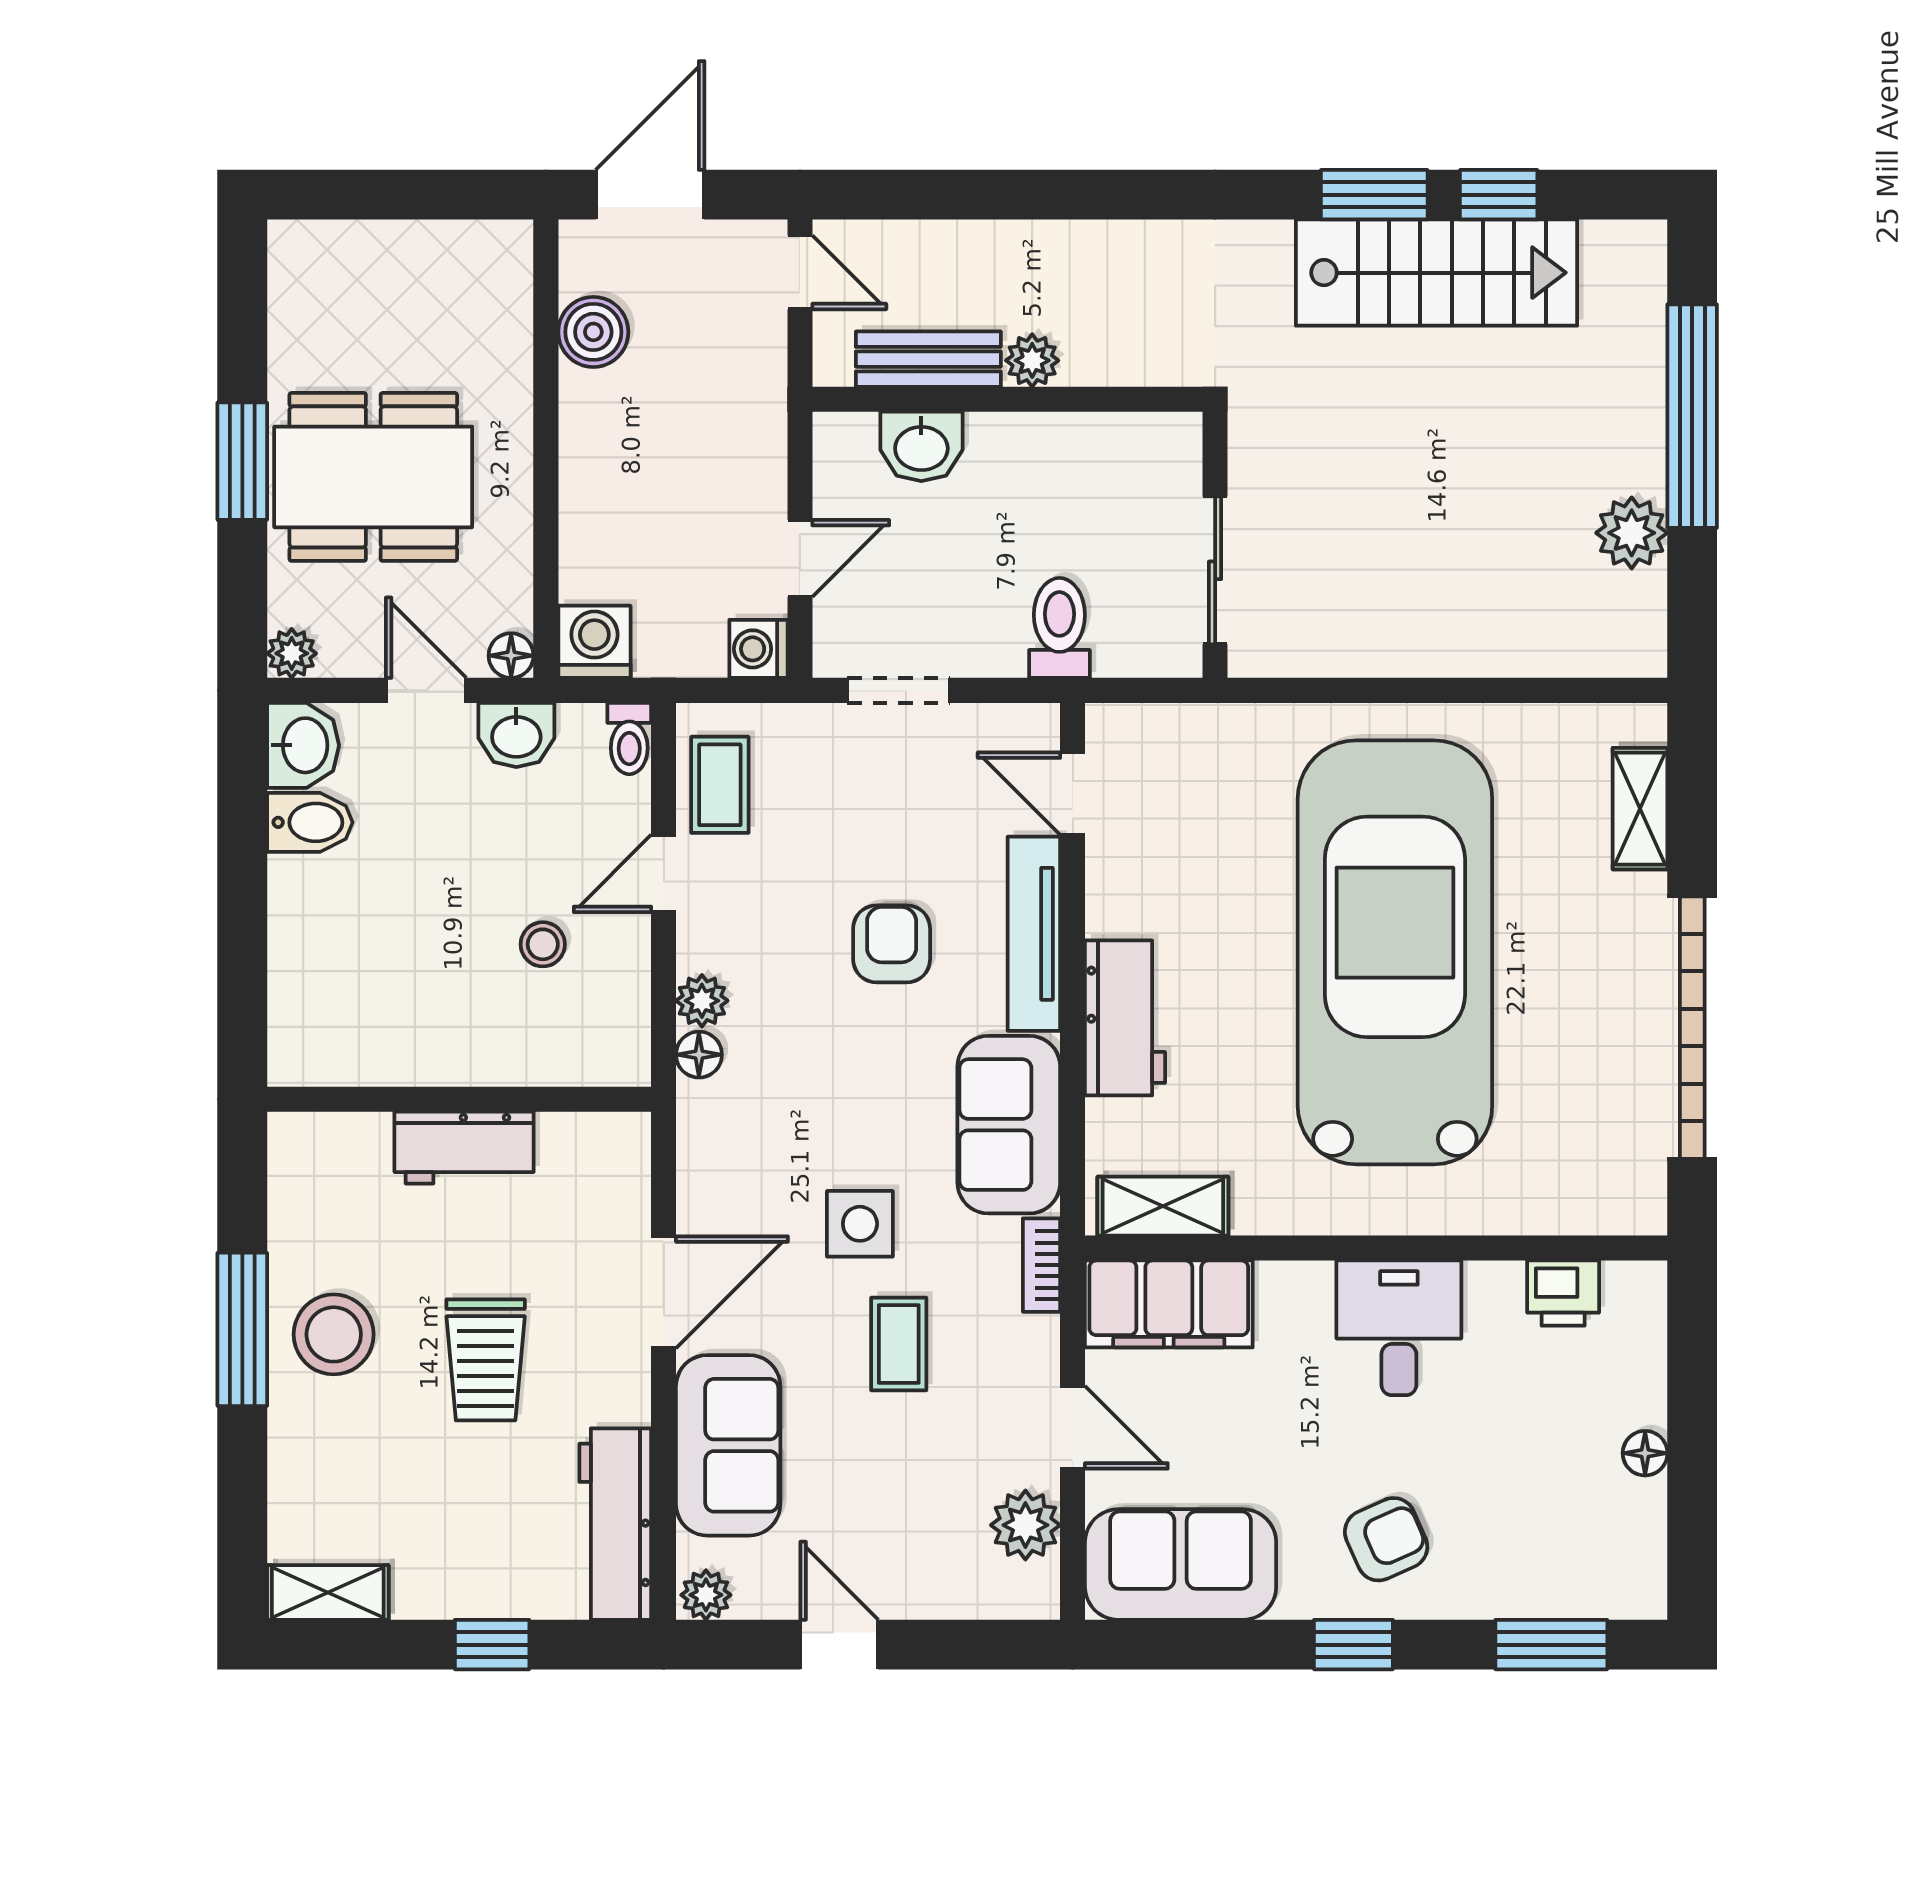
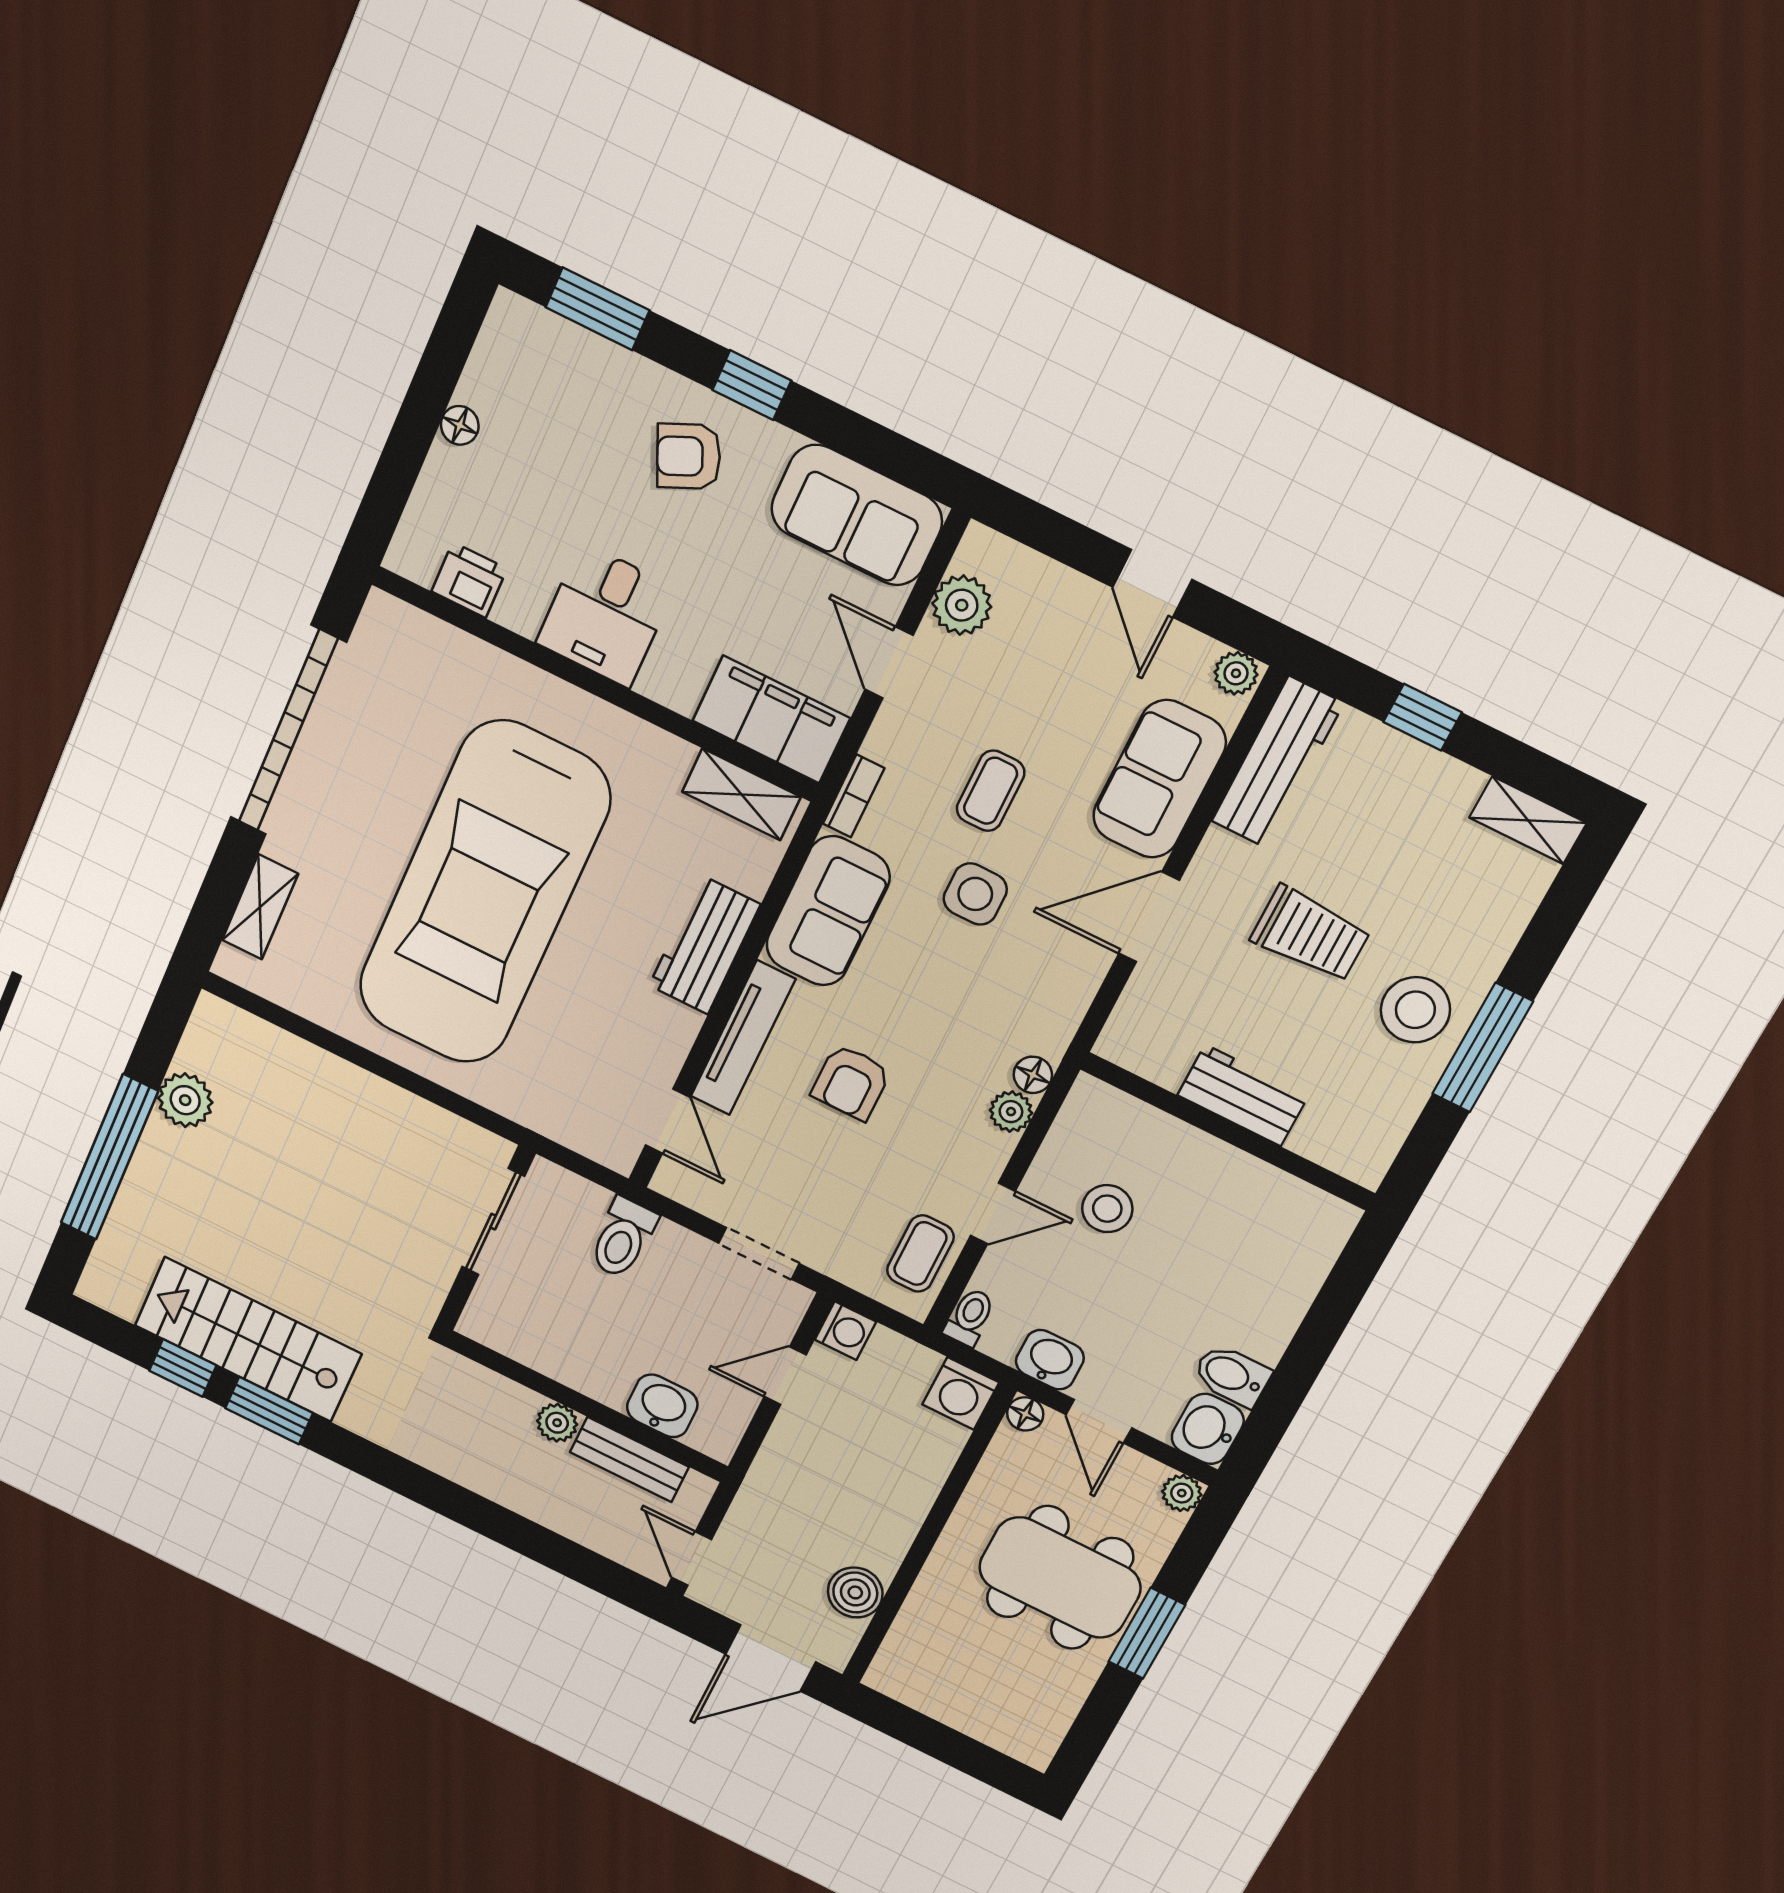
stool: (543, 944) -> (1107, 1209), width x1.37, depth x1.37
trolley: (486, 1360) -> (1310, 934), turned 90

